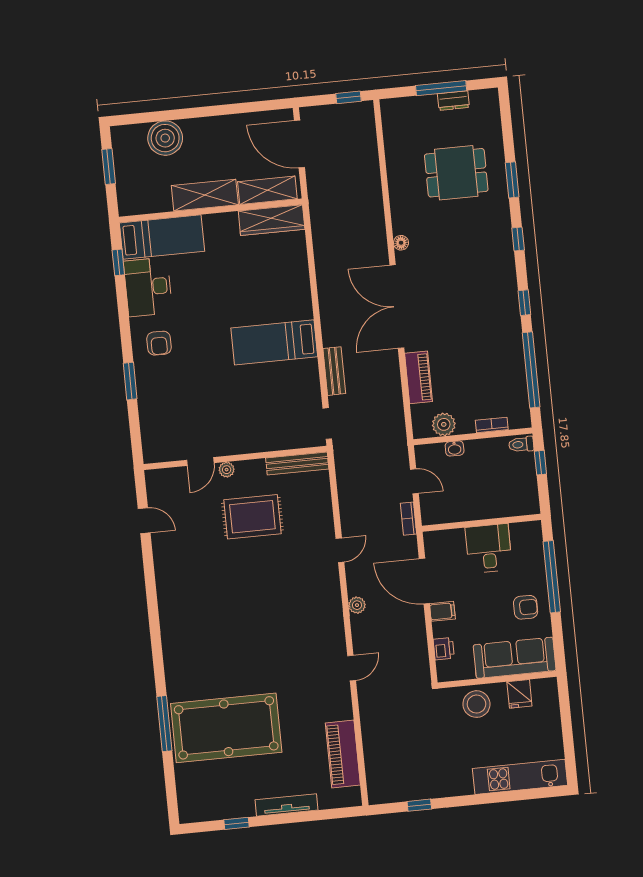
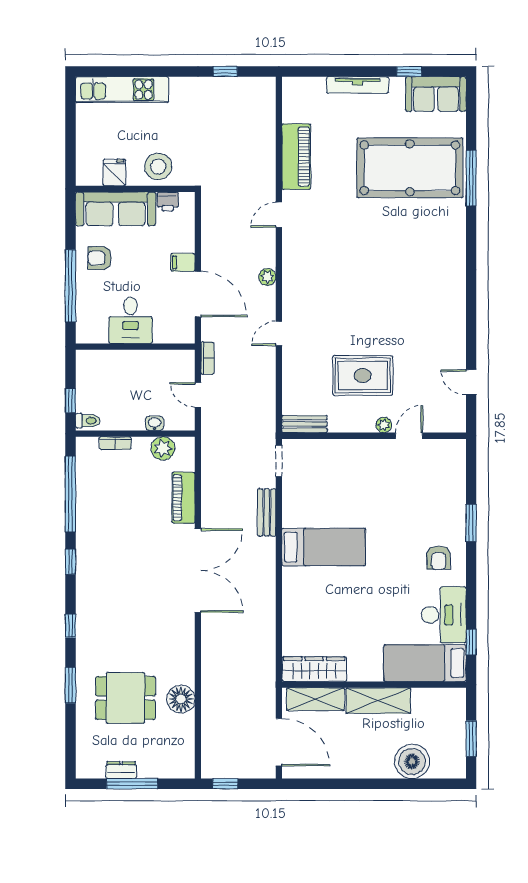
floor lamp: (401, 243) -> (181, 699), moved, width x1.89, depth x1.89
armchair: (159, 343) -> (439, 558), turned 180
bench: (297, 463) -> (305, 424), width x0.73
printer: (444, 649) -> (168, 201), moved, turned -90
piano: (343, 754) -> (296, 157), moved
sofa: (208, 804) -> (436, 94), added

